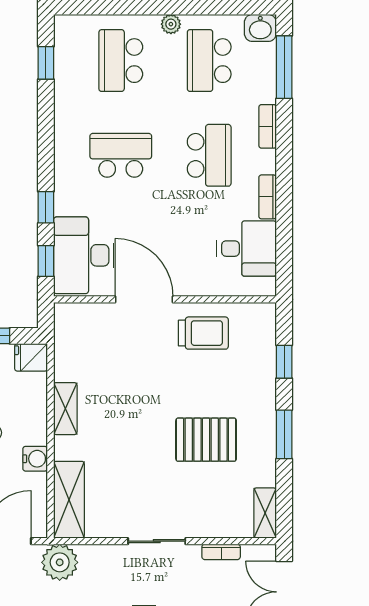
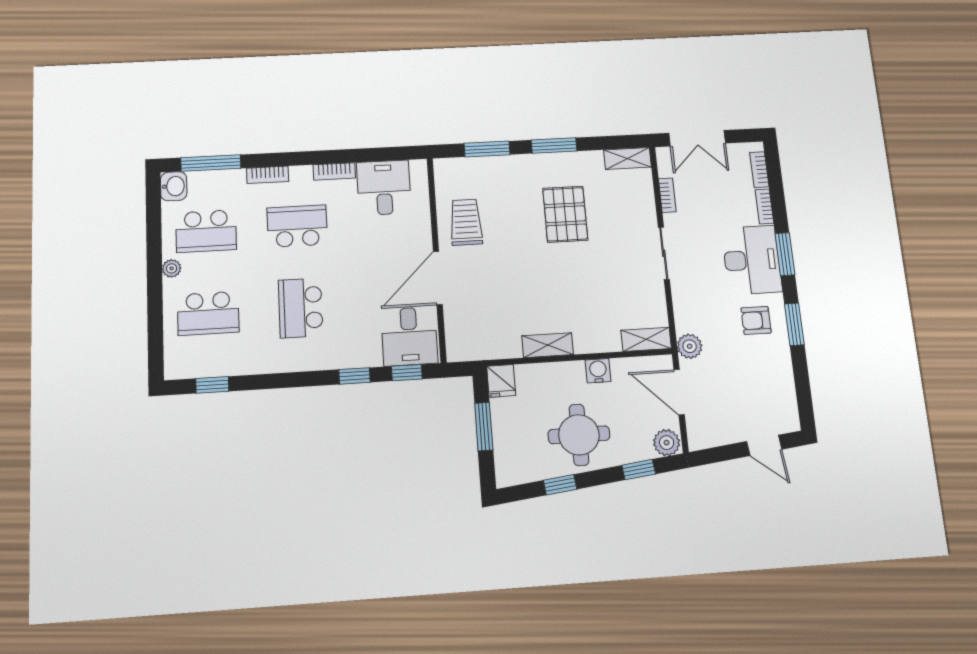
desk: (84, 255) -> (409, 336), width x0.73
window: (284, 362) -> (487, 149), width x1.50
shelving: (69, 500) -> (646, 339), width x0.67, depth x0.75
plant: (60, 562) -> (690, 346), width x0.73, depth x0.73

